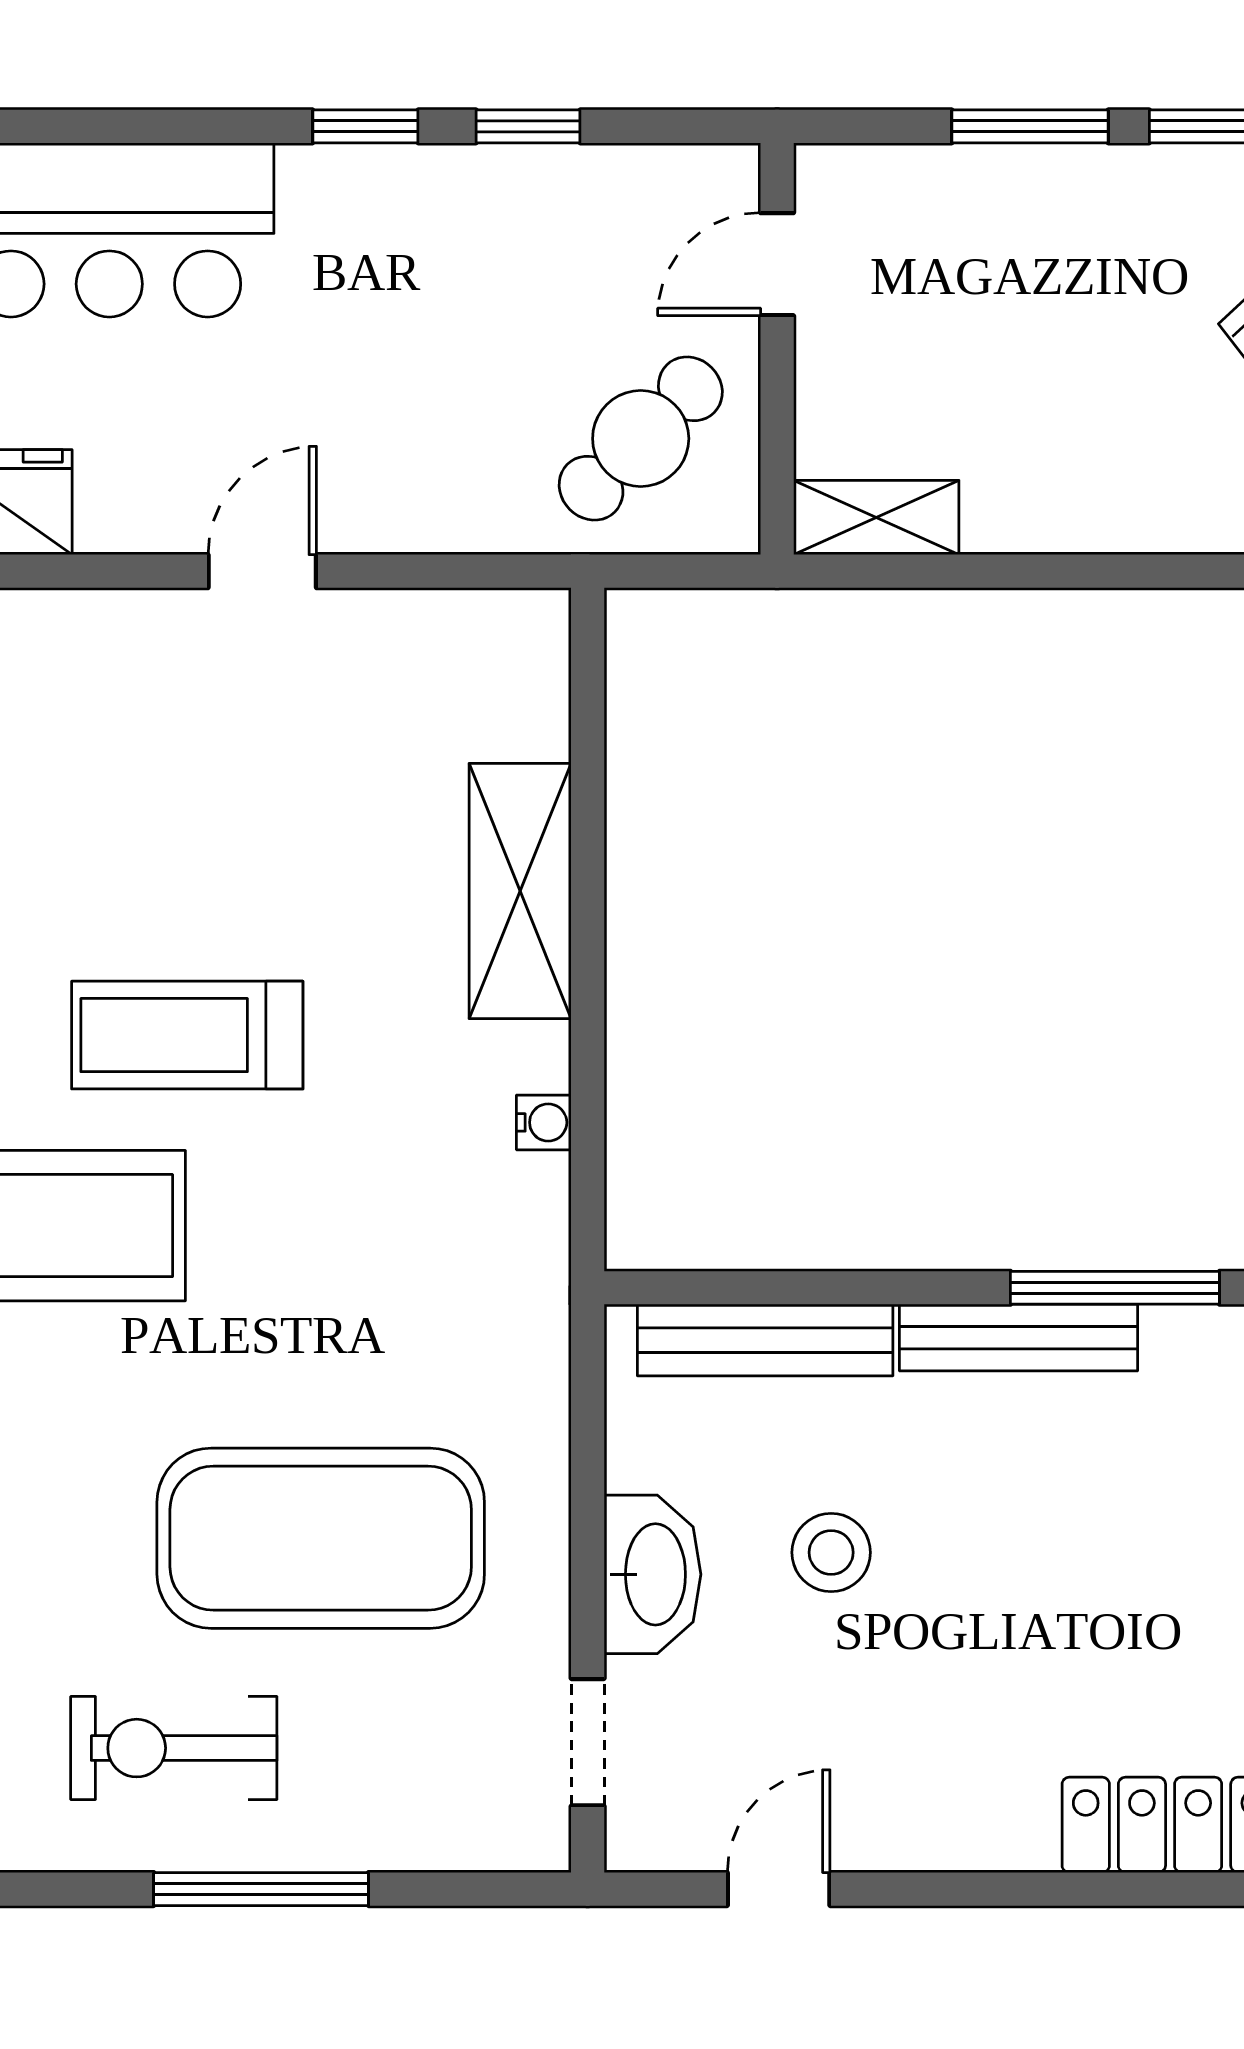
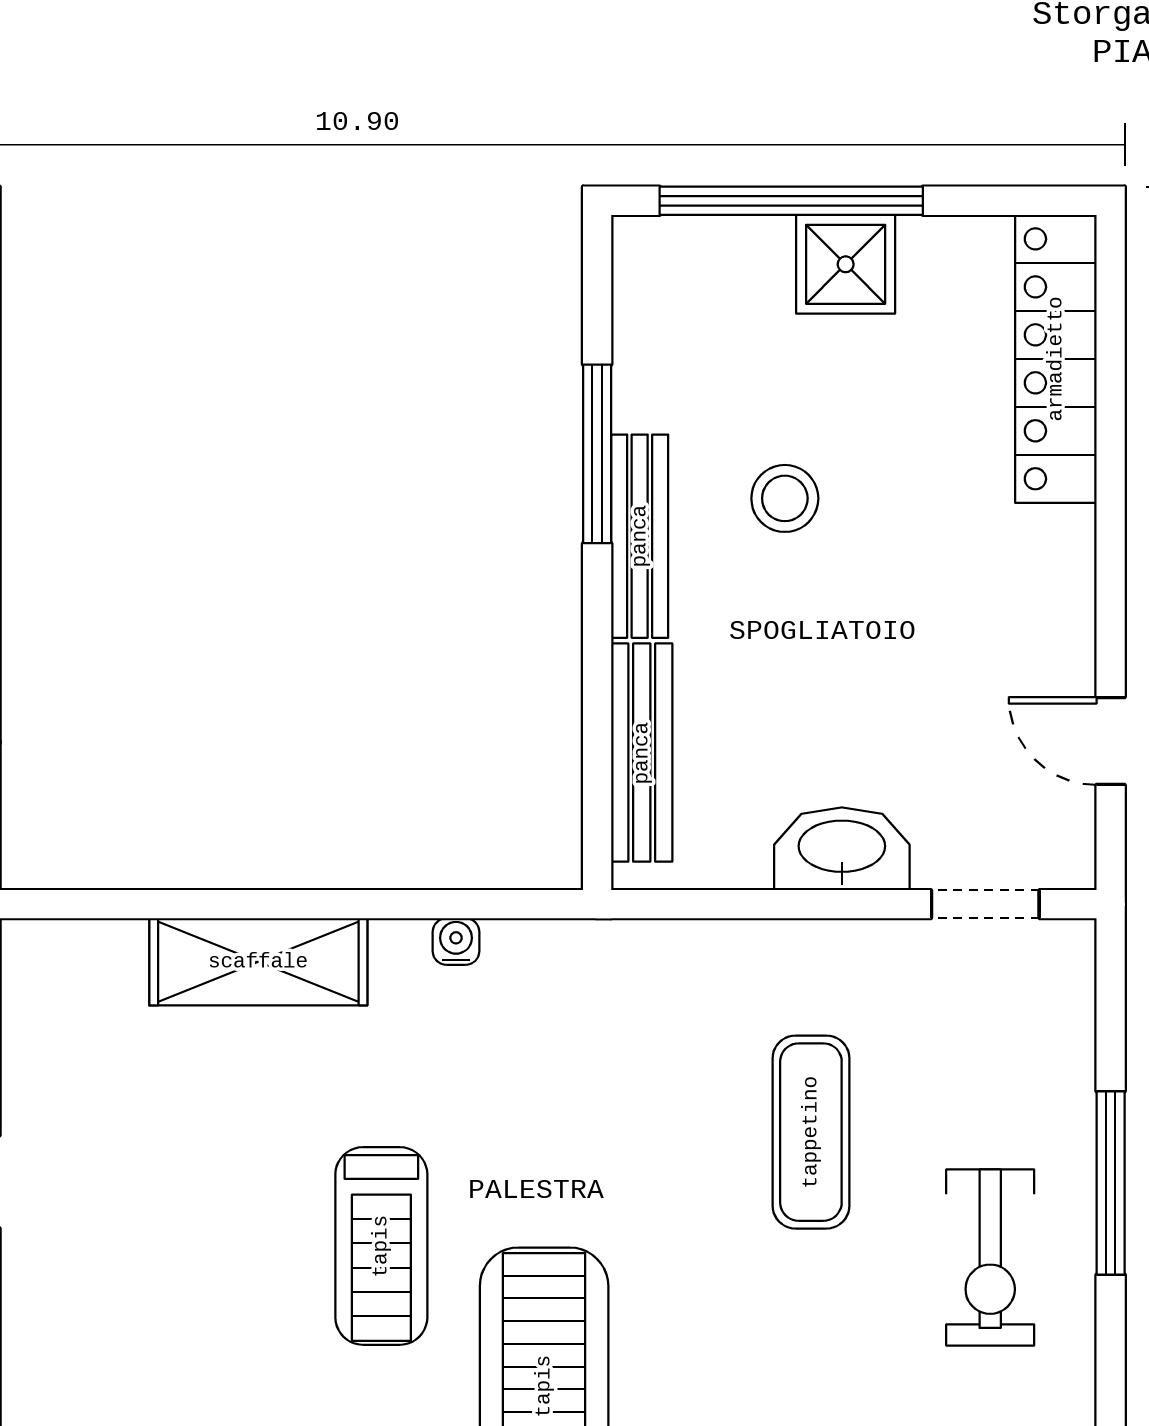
exercise mat: (321, 1538) -> (811, 1132), width x0.50, depth x0.69
stool: (831, 1552) -> (785, 498), moved

